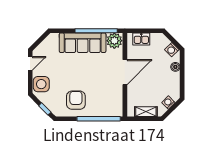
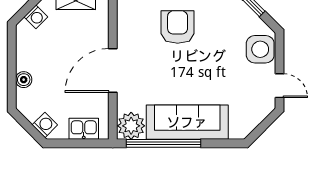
washing machine: (172, 50) -> (45, 125), moved
door: (30, 63) -> (280, 86), swing flipped
armchair: (76, 100) -> (178, 27), moved, turned 180

